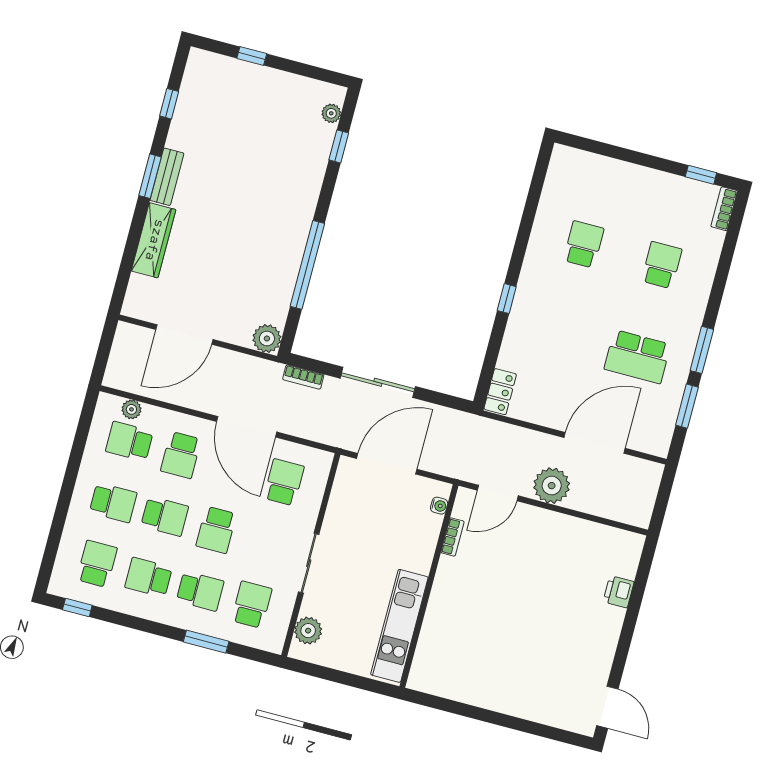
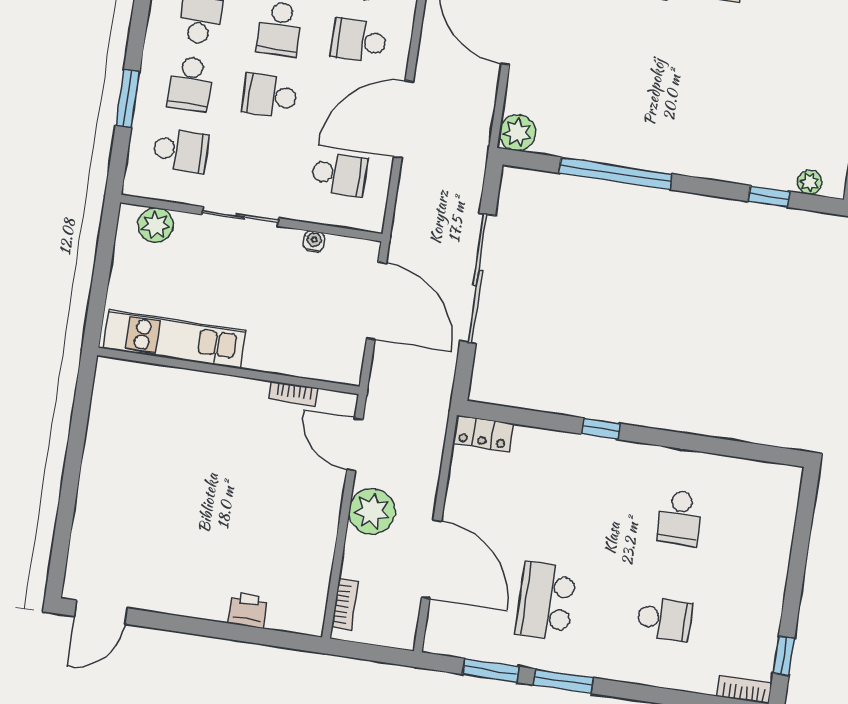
school desk: (584, 244) -> (680, 518), turned 90
bookcase: (303, 377) -> (345, 604), moved, turned 180
sliding door: (378, 382) -> (478, 278), width x1.36
water cooler: (439, 506) -> (314, 241), moved, turned 180

